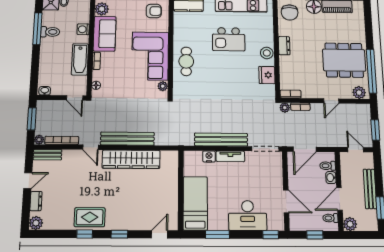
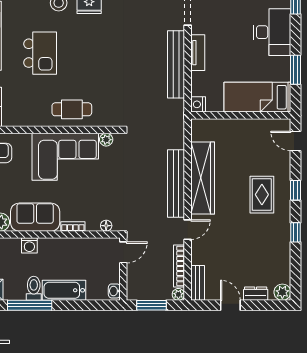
bathtub: (80, 59) -> (64, 290), moved, turned 180
nightstand: (209, 156) -> (198, 104), moved
rug: (90, 217) -> (262, 195), moved

